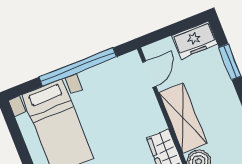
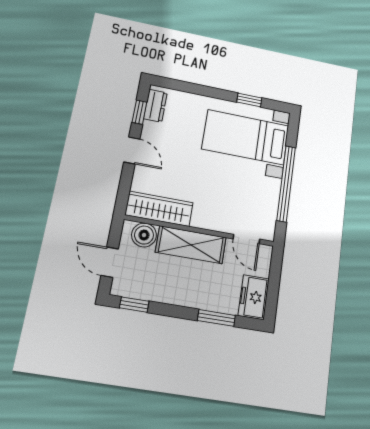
window: (20, 144) -> (249, 100), added

